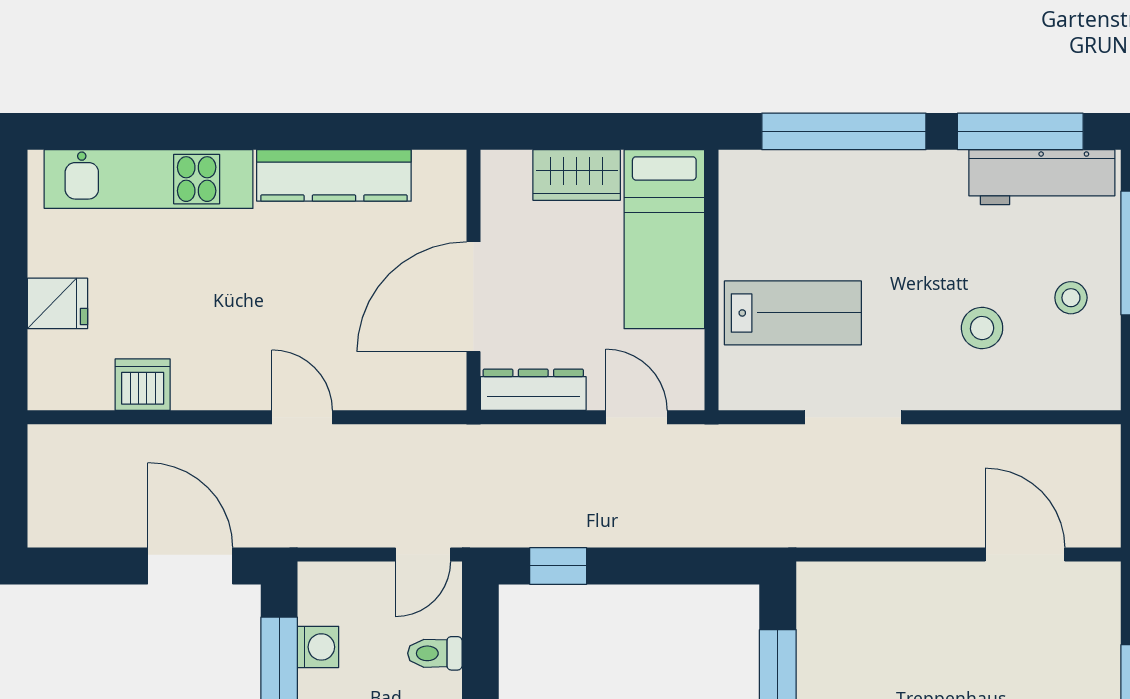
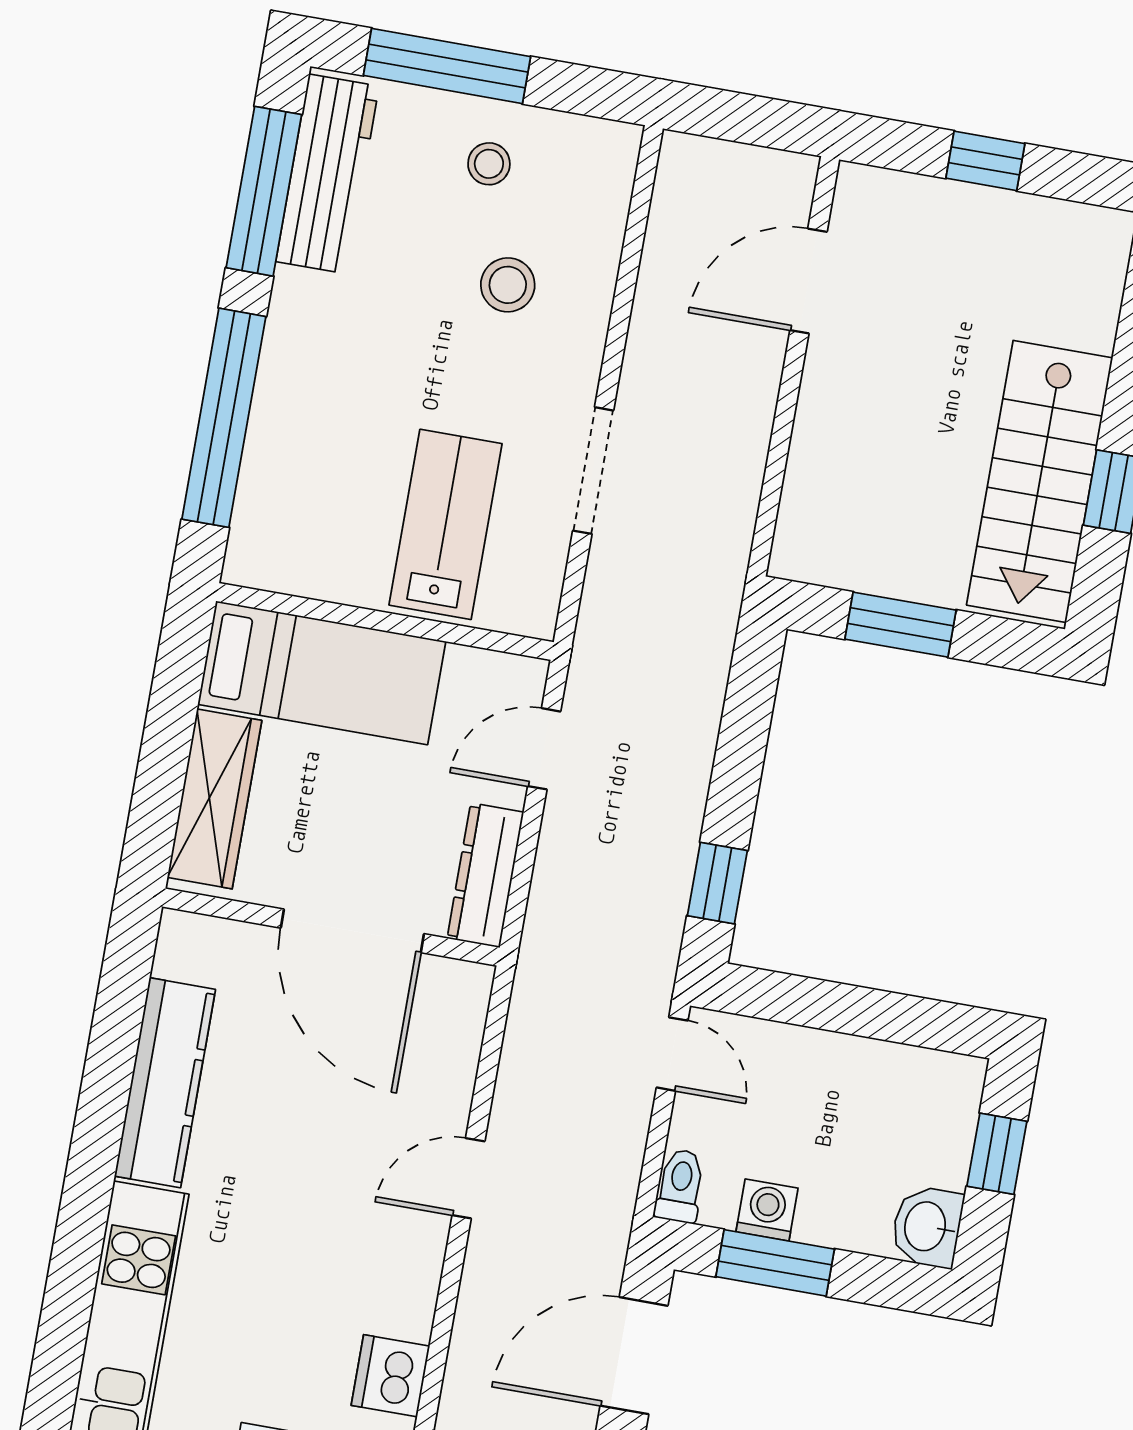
wardrobe: (577, 175) -> (214, 799), width x1.50
toilet: (435, 653) -> (680, 1186), moved, turned 180

